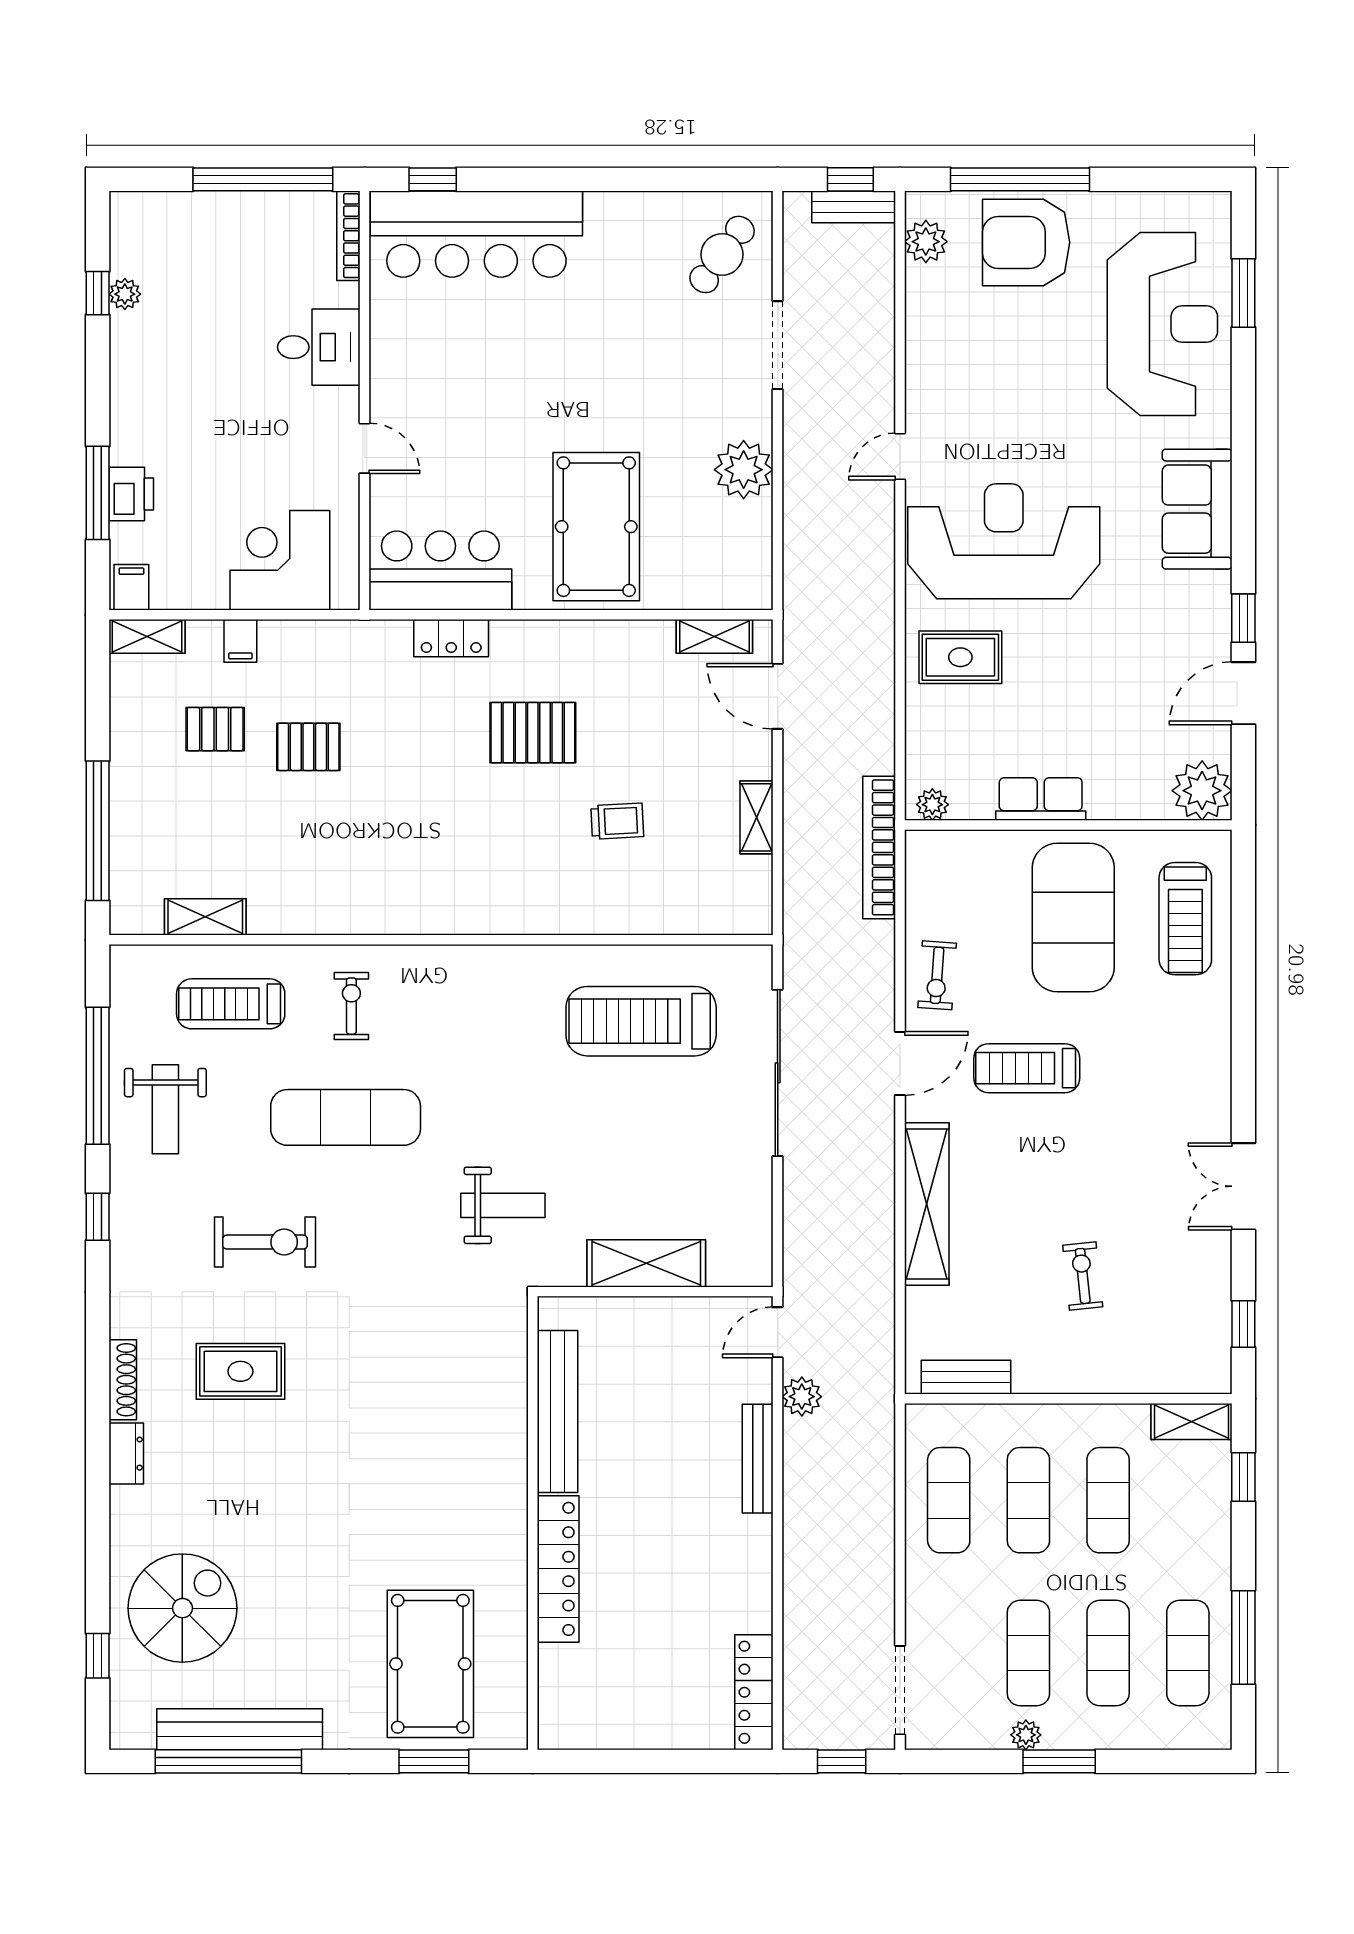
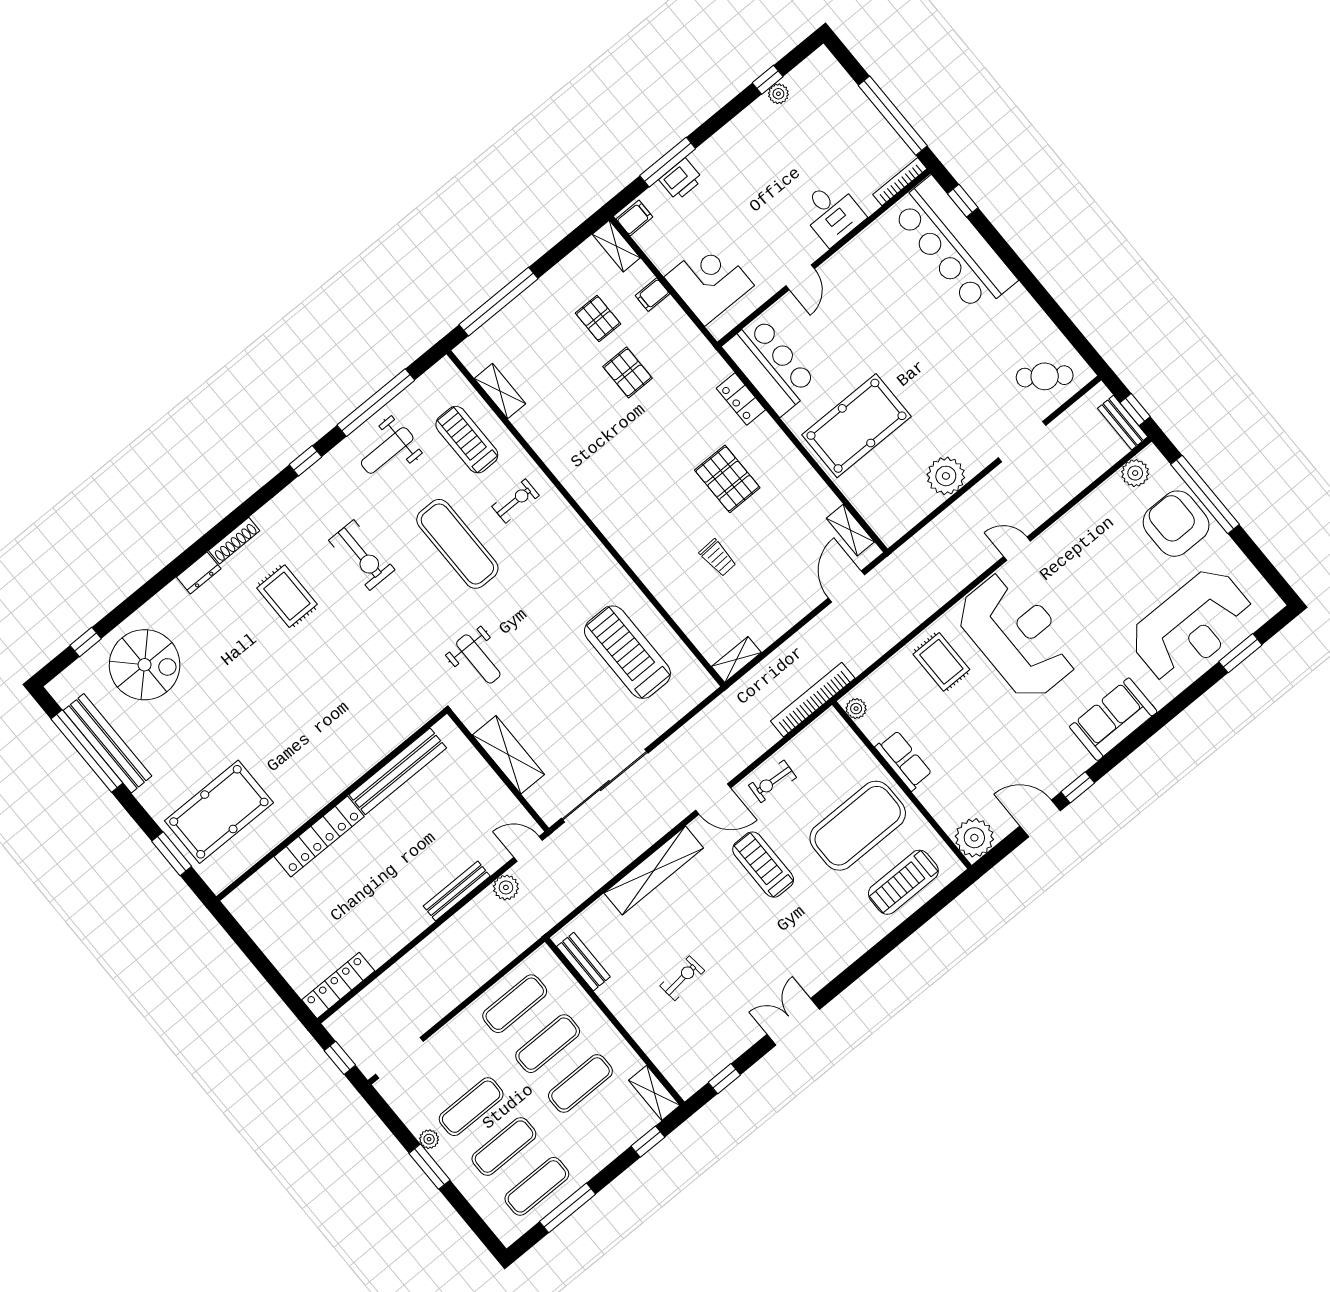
shelving: (757, 817) -> (736, 659), moved
sliding door: (778, 1073) -> (605, 786), moved

